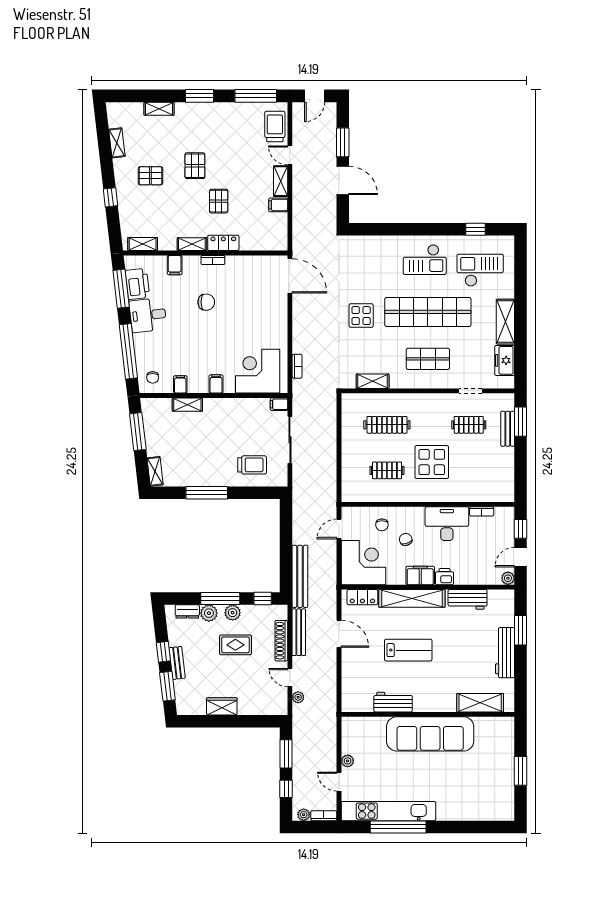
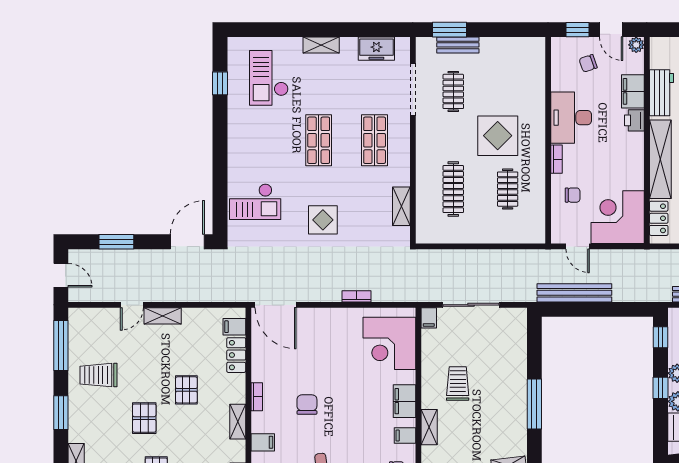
trolley: (275, 127) -> (98, 375), moved
pallet: (195, 166) -> (144, 418), turned 90
door: (343, 180) -> (187, 242), moved
pallet: (219, 201) -> (186, 390), turned 90
filing cabinet: (278, 205) -> (234, 327), moved, turned 90
locker: (223, 243) -> (236, 355), moved
checkout: (425, 260) -> (255, 202), moved, turned 90
door: (290, 276) -> (276, 305), swing flipped
shop shelf: (428, 312) -> (319, 140), width x0.50, depth x0.74
shelving: (505, 322) -> (321, 45), width x0.67, depth x0.75
bookcase: (297, 366) -> (357, 296), moved
filing cabinet: (216, 384) -> (405, 401), width x2.00
doorway: (470, 391) -> (413, 89), width x1.88
trolley: (252, 465) -> (458, 384), moved
bookcase: (482, 511) -> (557, 159), moved
chair: (406, 539) -> (588, 63), moved
filing cabinet: (420, 575) -> (633, 91), moved
bench: (300, 576) -> (574, 293), moved
window: (220, 599) -> (661, 388), width x0.46

